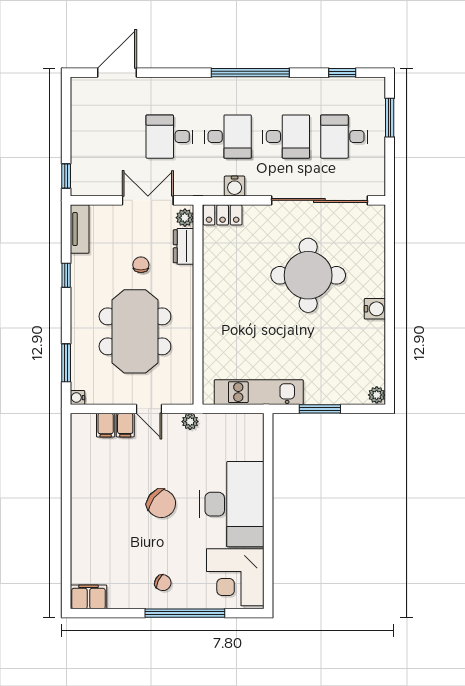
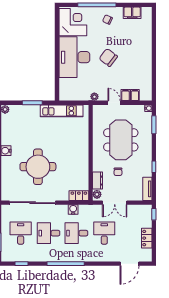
locker: (81, 126) -> (147, 238), added
desk: (170, 137) -> (104, 233), turned -90
desk: (344, 137) -> (21, 233), turned -90
filing cabinet: (88, 597) -> (132, 13), moved

